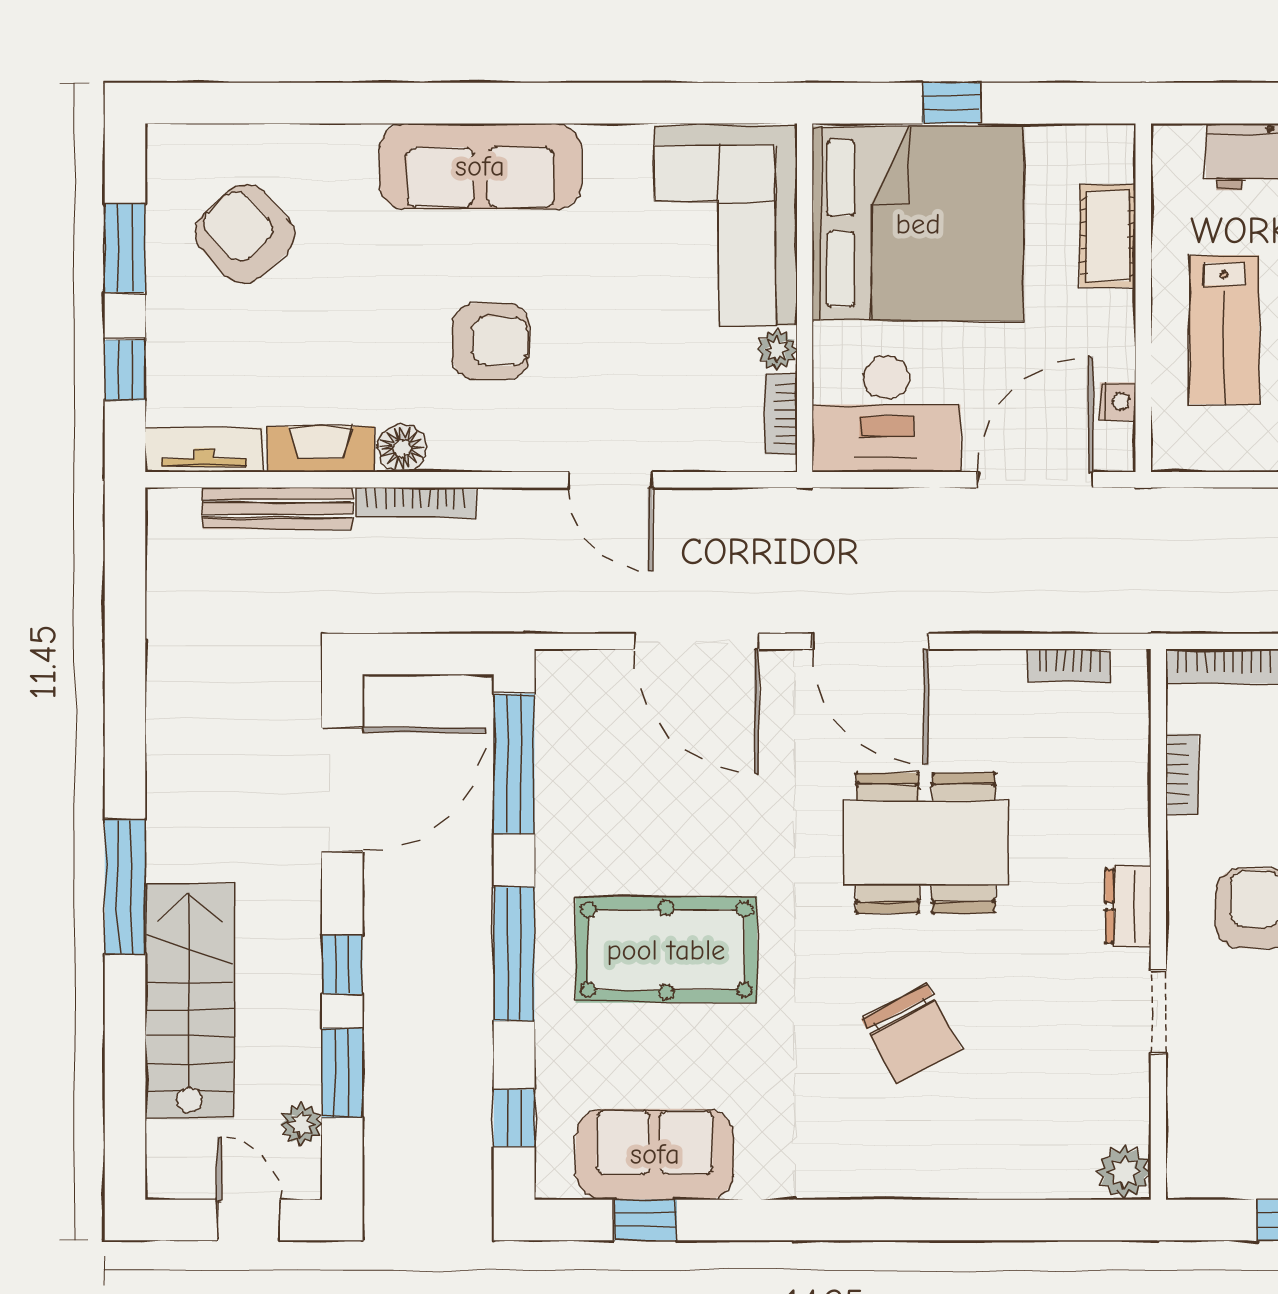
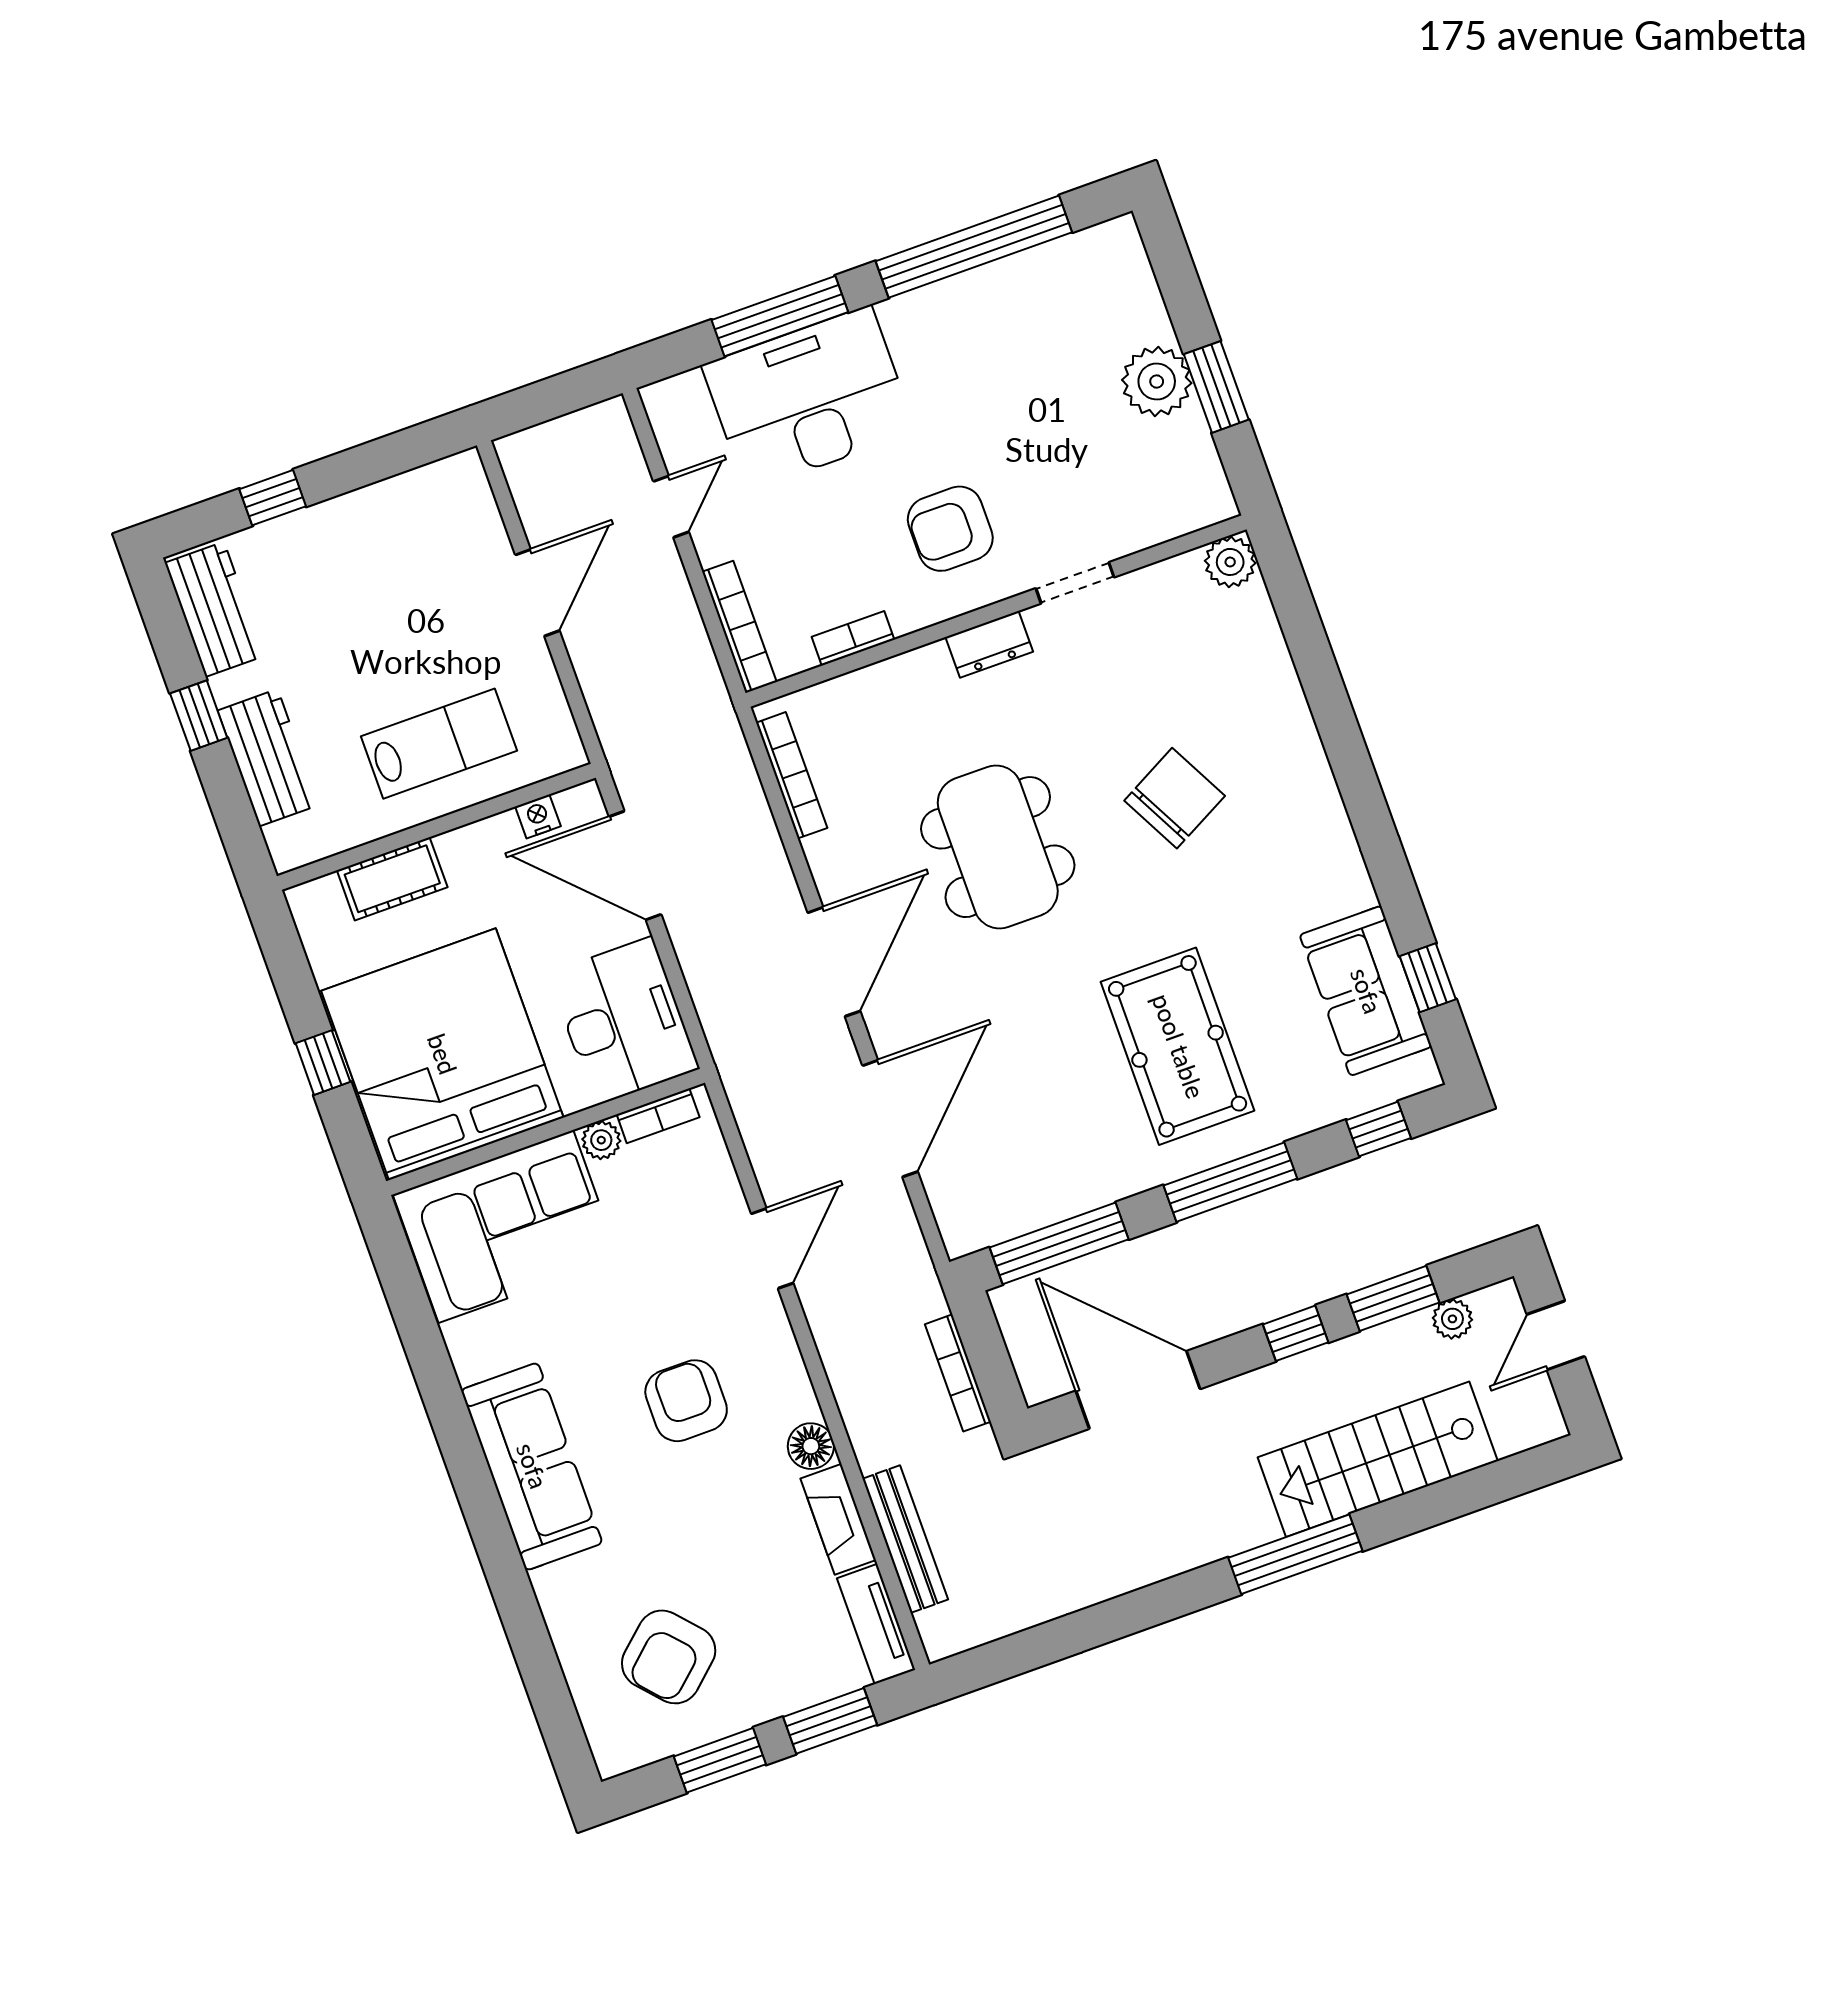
window: (125, 370) -> (830, 1721), width x1.50
bookcase: (416, 503) -> (958, 1373), moved, turned 180
bookcase: (1069, 665) -> (792, 775), width x1.56

